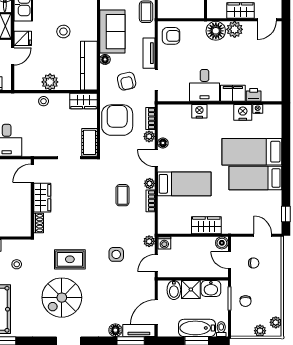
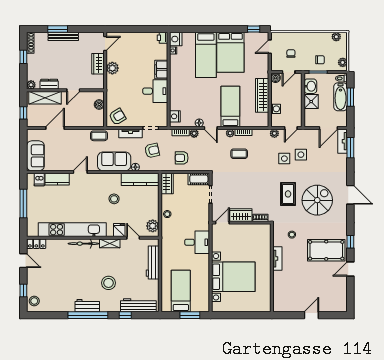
boiler: (187, 12) -> (99, 105), added
door: (267, 20) -> (105, 43), hinge flipped
floor lamp: (216, 31) -> (114, 82), removed
armchair: (171, 36) -> (117, 117), turned 59
plant: (50, 82) -> (153, 226), moved
printer: (254, 95) -> (162, 38), moved
nightstand: (199, 111) -> (175, 116), moved
nightstand: (243, 112) -> (176, 39), moved
armchair: (117, 120) -> (182, 158), width x0.53, depth x0.53
door: (156, 158) -> (211, 128), hinge flipped
door: (32, 173) -> (222, 223), swing flipped
bed: (255, 178) -> (230, 52), width x1.50
wardrobe: (206, 225) -> (262, 95), width x1.50
washing machine: (164, 243) -> (276, 109), moved
door: (156, 263) -> (291, 128), hinge flipped
side table: (121, 276) -> (301, 155), added
bidet: (174, 290) -> (312, 115), removed
spiral stairs: (62, 298) -> (317, 200), turned -90
door: (156, 312) -> (328, 128), hinge flipped
floor lamp: (115, 330) -> (342, 159), removed
plant: (260, 331) -> (343, 62), moved

